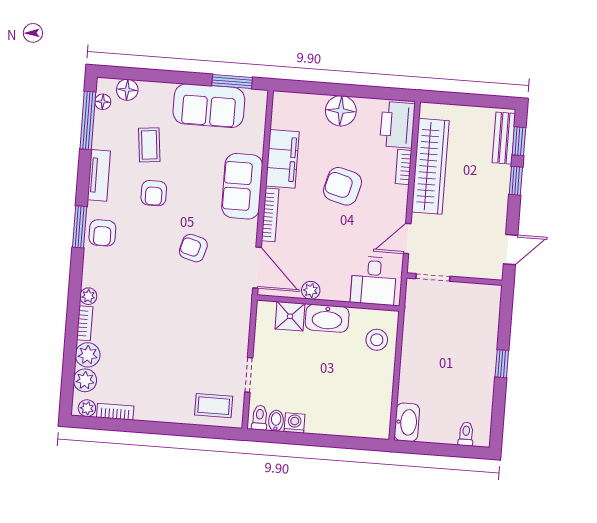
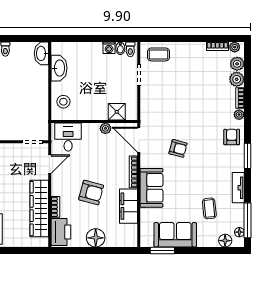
armchair: (154, 193) -> (204, 180), removed
armchair: (102, 233) -> (232, 137), moved
washbasin: (327, 318) -> (59, 68), moved, turned 90

